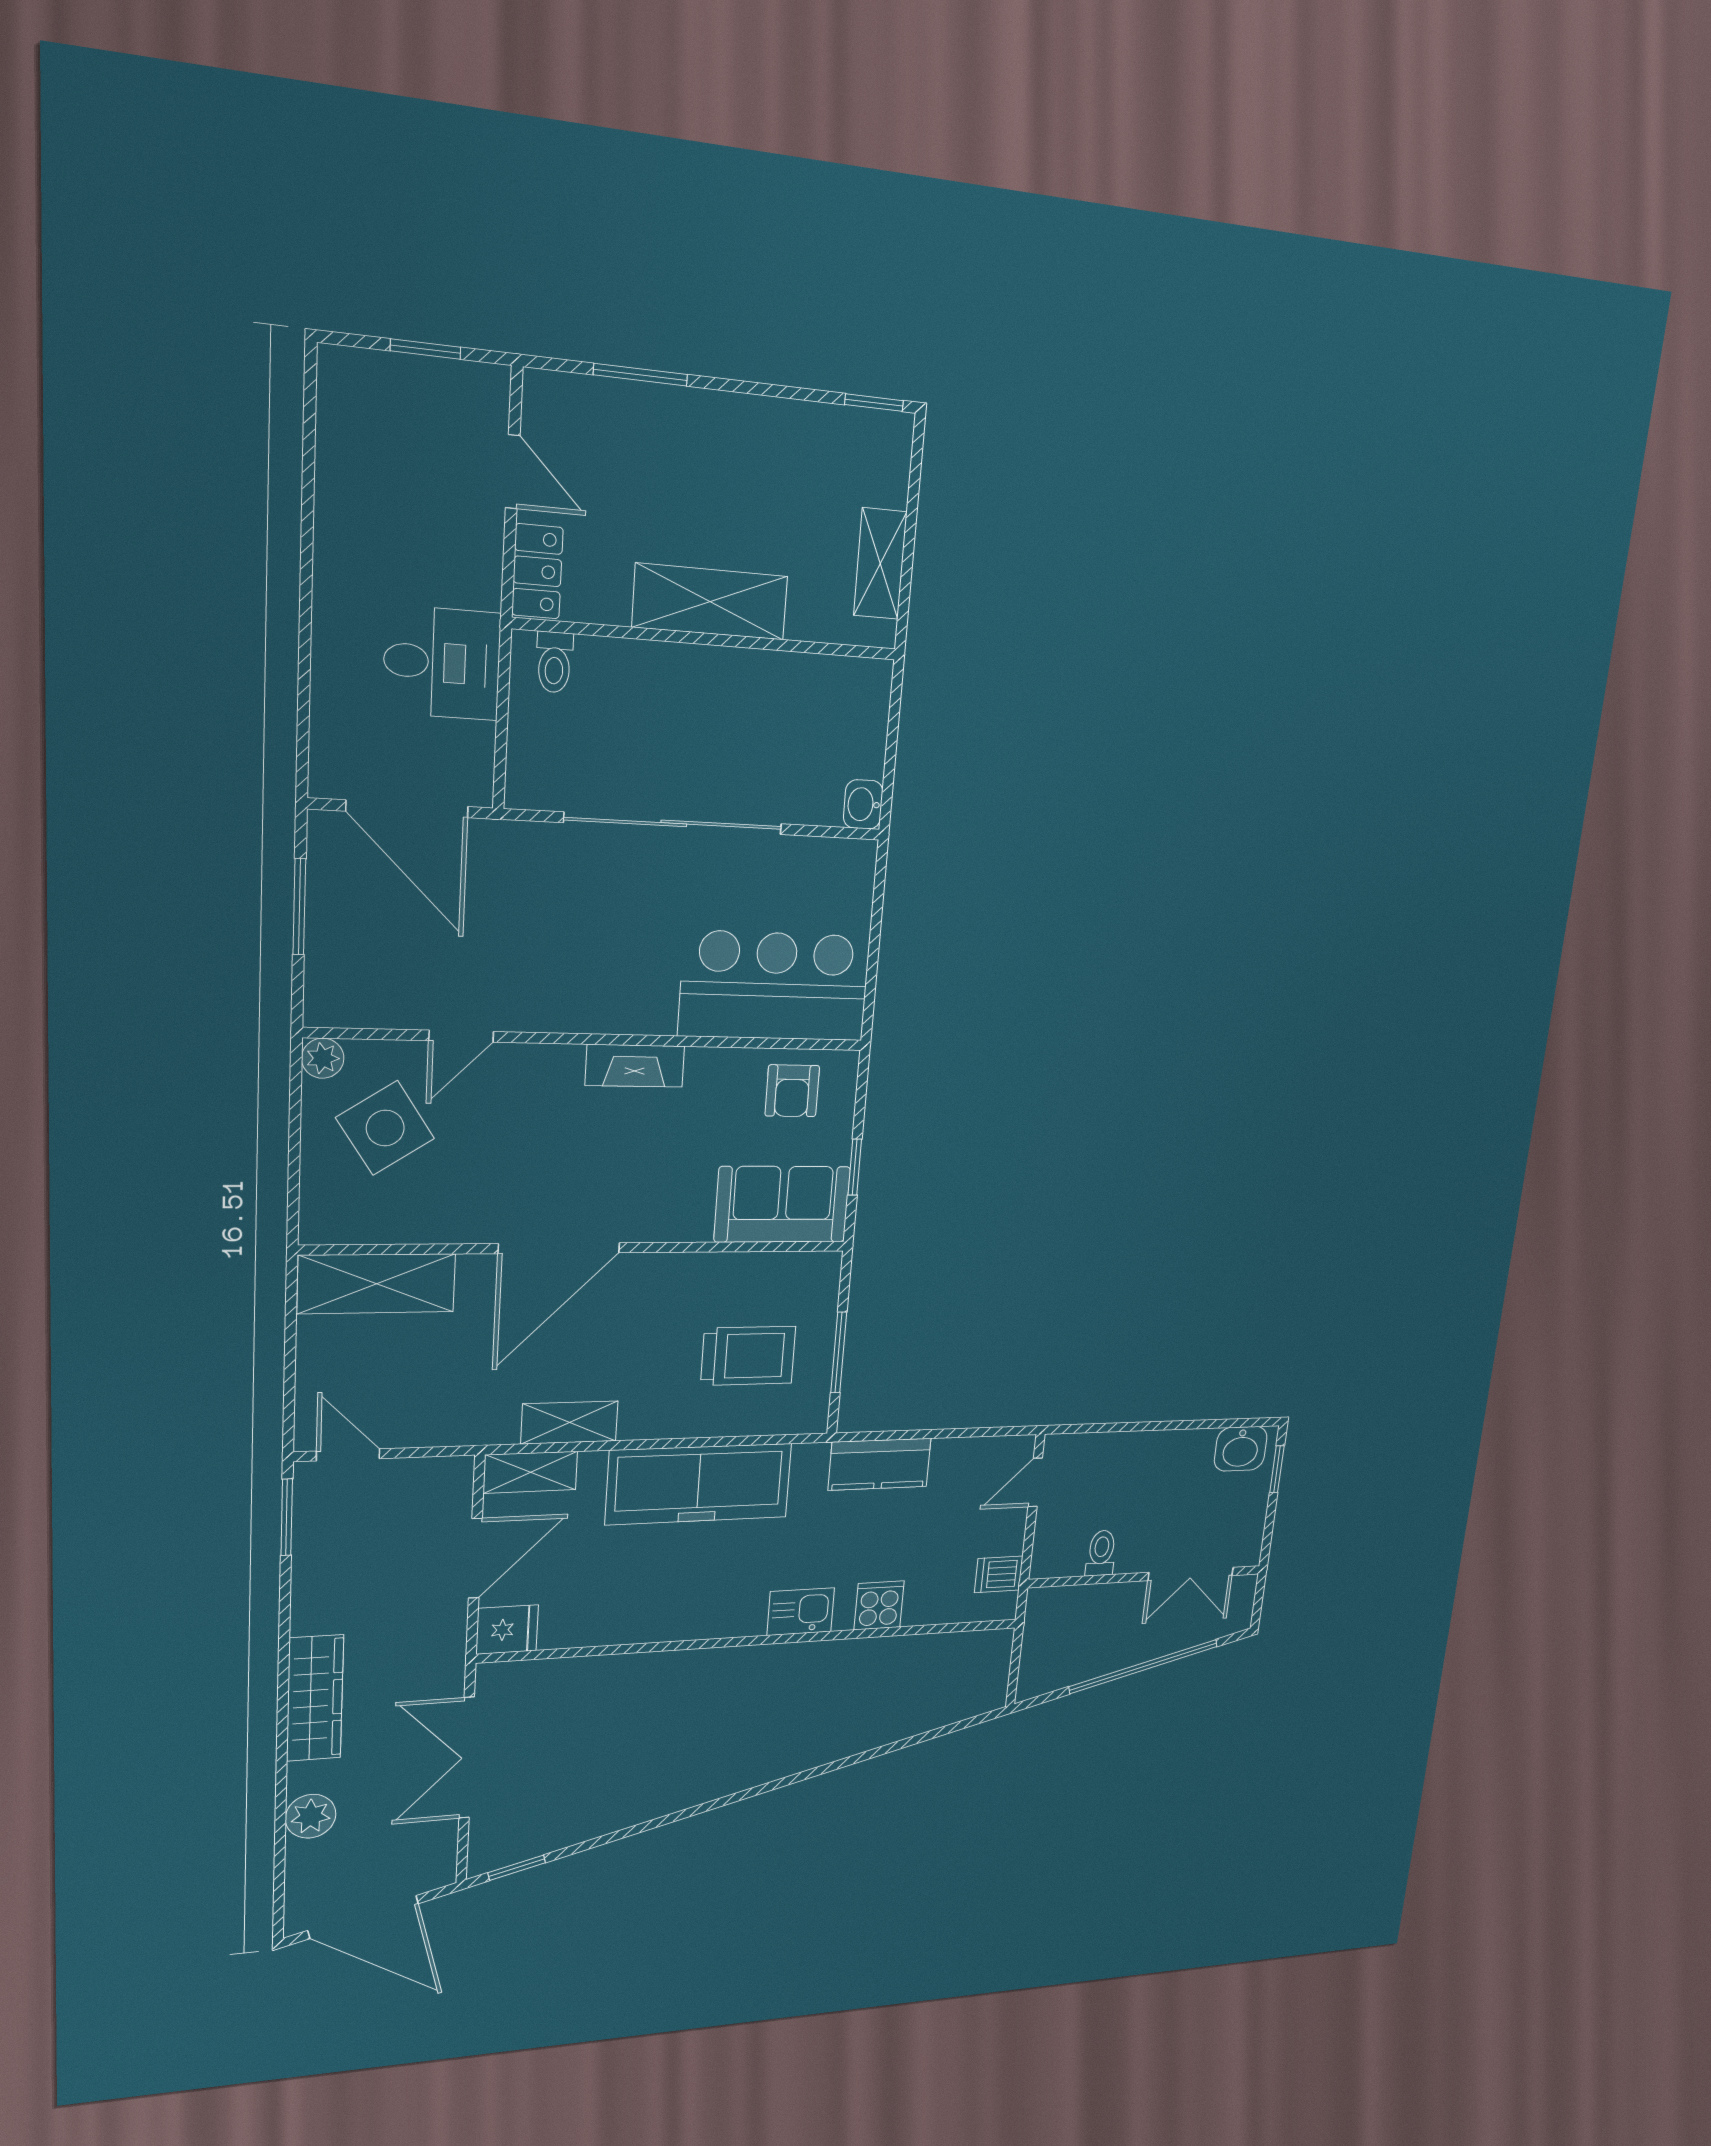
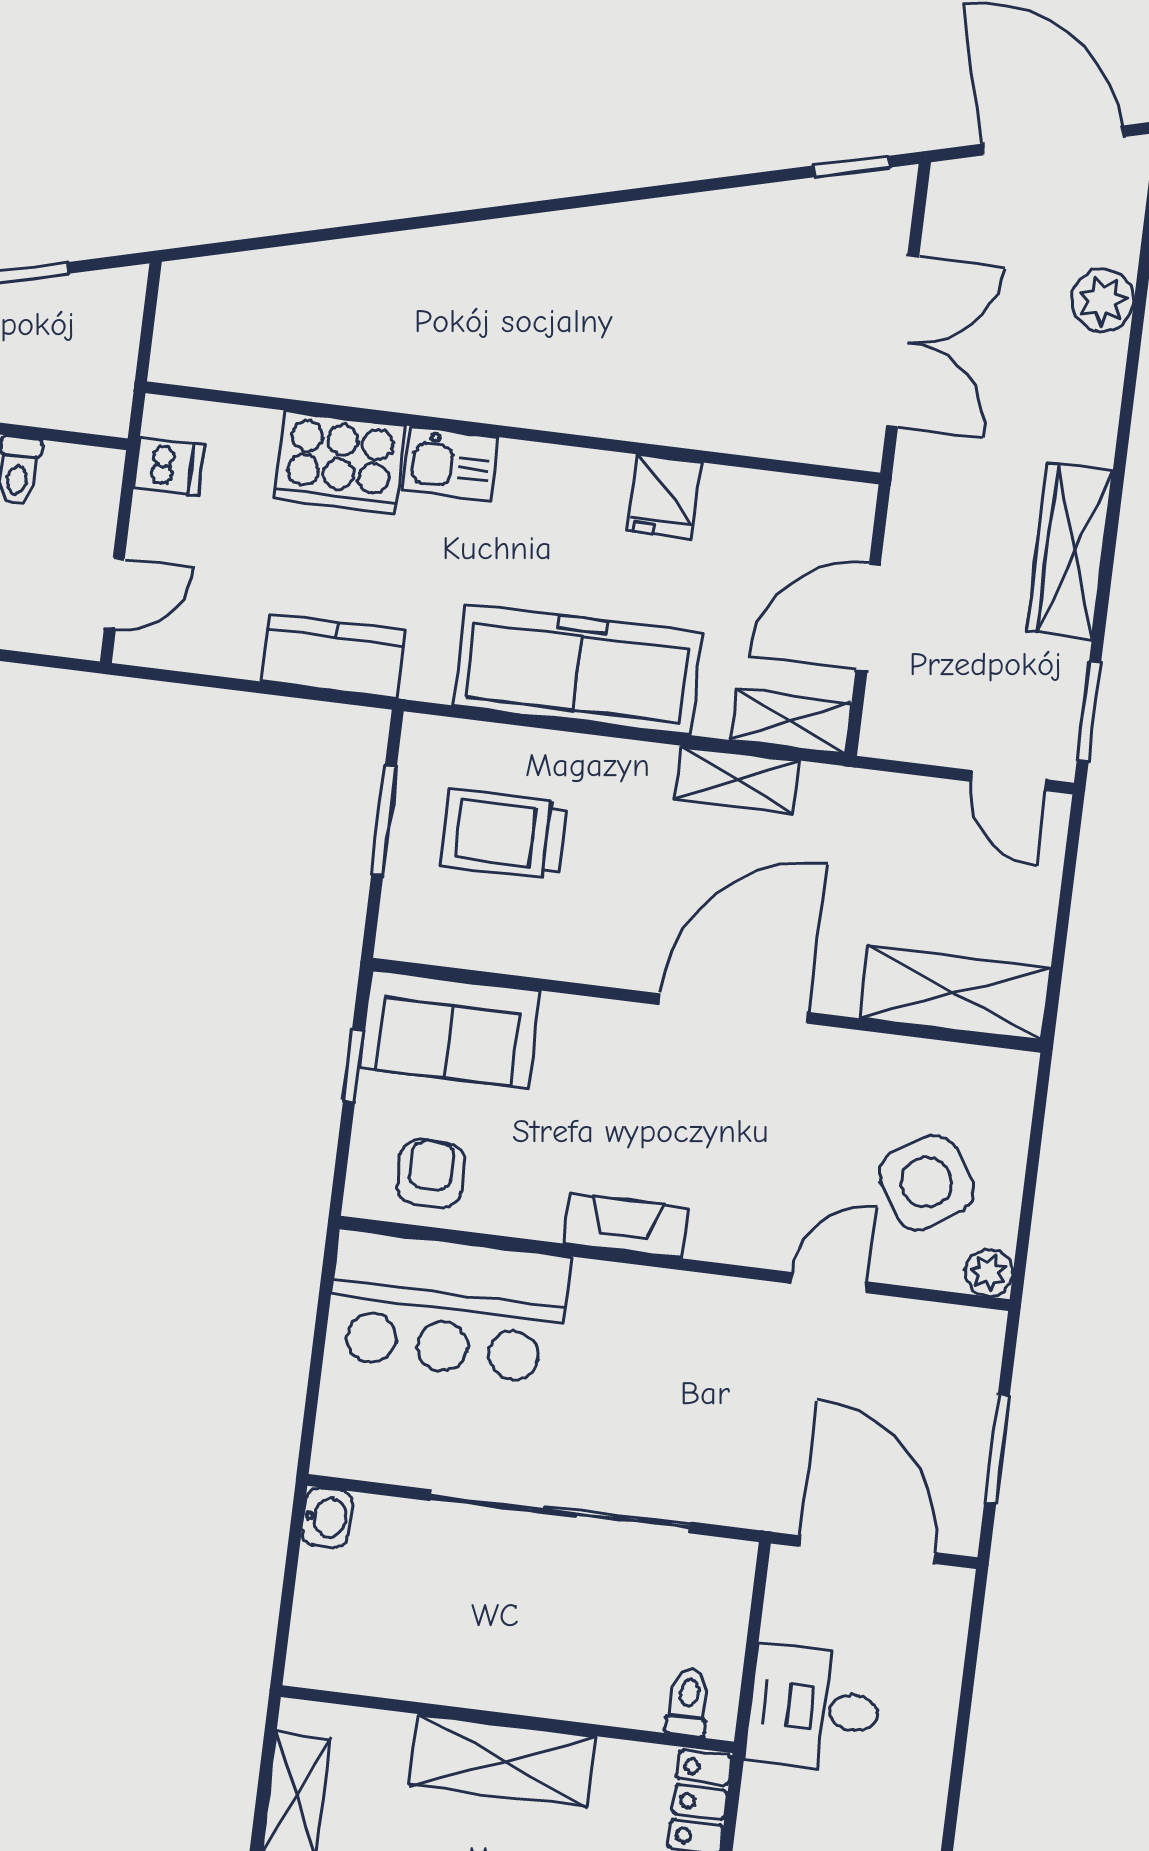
cooker: (879, 1605) -> (340, 462), width x1.87, depth x1.31
fridge: (507, 1630) -> (664, 496), moved, turned -90
wardrobe: (315, 1698) -> (1070, 551), moved

